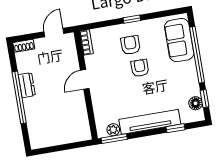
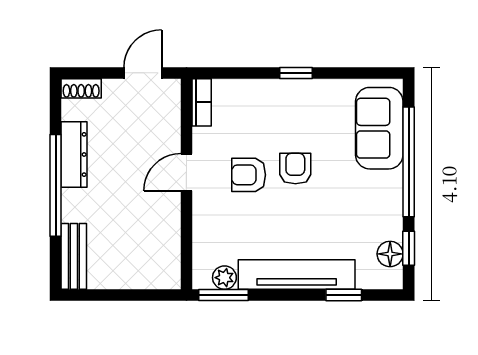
armchair: (130, 45) -> (249, 175), moved, turned -90
dresser: (27, 85) -> (74, 154), width x1.44
bench: (35, 132) -> (74, 256), added

